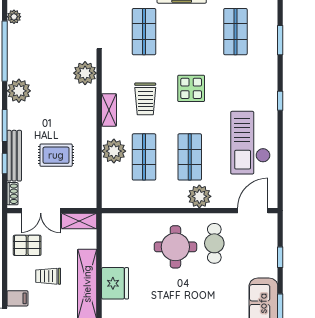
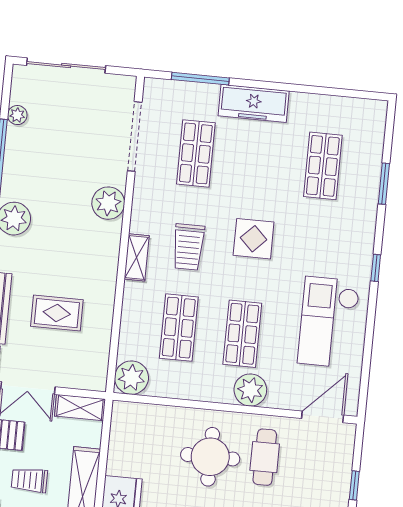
plant: (114, 151) -> (131, 378), moved

